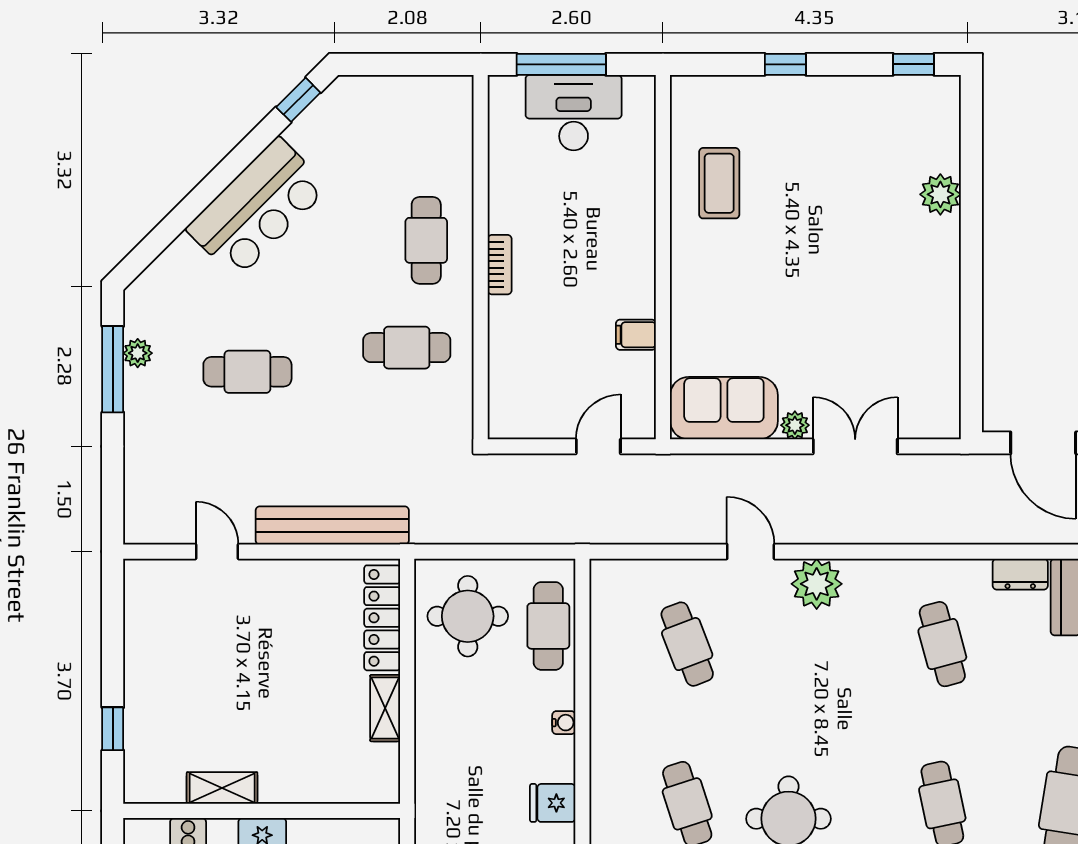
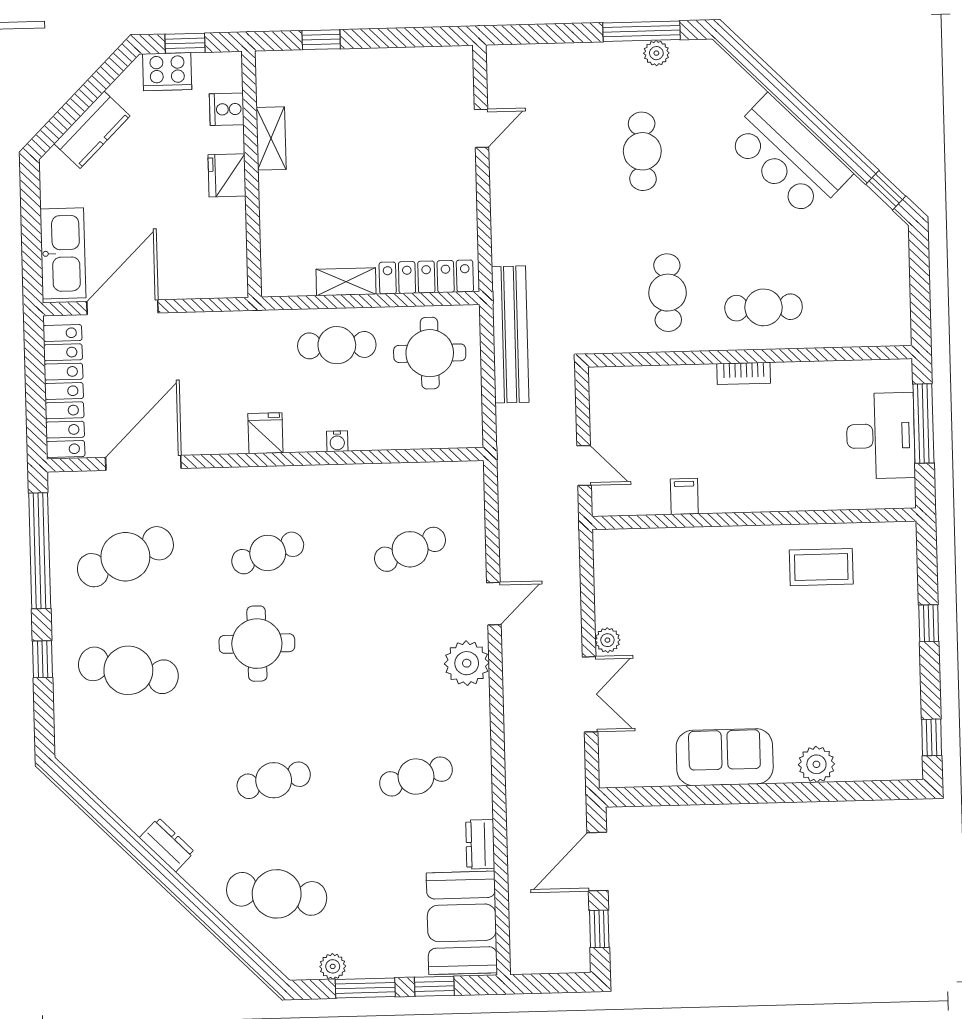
sofa: (724, 408) -> (725, 757), moved, turned -90
bench: (332, 525) -> (510, 334), moved
cafe table: (548, 626) -> (337, 345), moved

